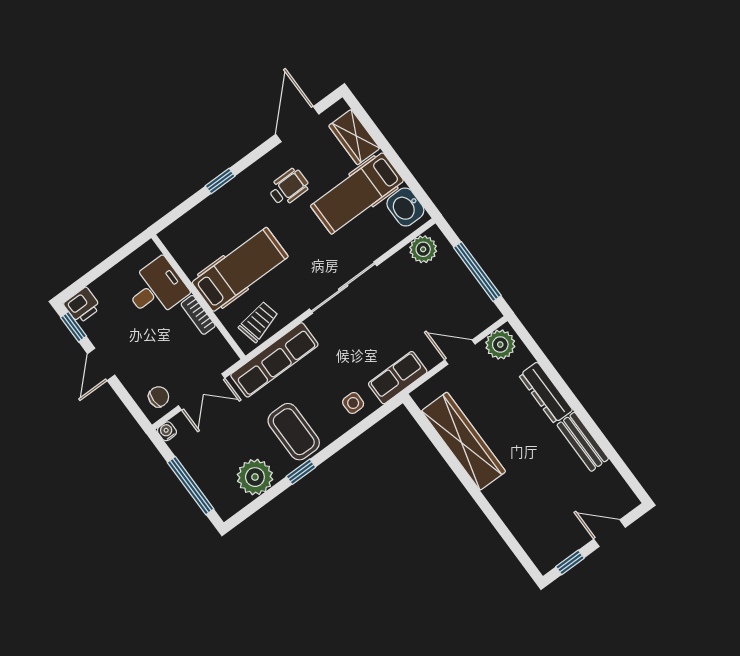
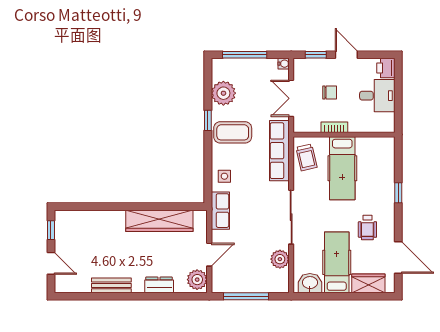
plant: (423, 249) -> (280, 259), moved
desk: (156, 289) -> (377, 96), moved, turned -90
window: (73, 327) -> (316, 55), moved
dresser: (546, 393) -> (159, 285), width x0.70
chair: (159, 397) -> (330, 93), moved, turned -90
door: (610, 533) -> (51, 263), hinge flipped

